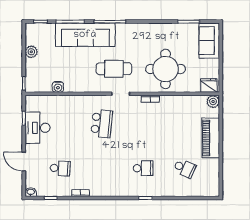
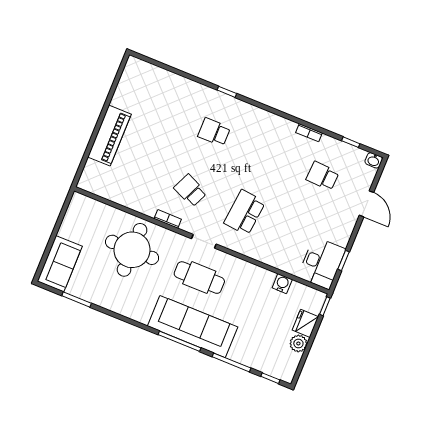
sofa: (85, 35) -> (193, 327), moved
fridge: (209, 85) -> (305, 323), moved, turned 90
plant: (213, 102) -> (87, 182), removed
desk: (38, 128) -> (322, 263), moved
school desk: (185, 168) -> (190, 190), moved

